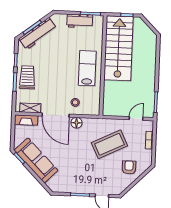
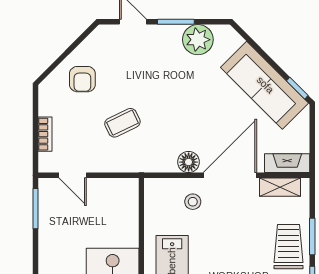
trolley: (27, 77) -> (288, 247), turned 180
door: (56, 115) -> (230, 175), hinge flipped
door: (136, 118) -> (73, 175), hinge flipped
coffee table: (109, 144) -> (122, 123), width x0.54, depth x0.58
plant: (69, 185) -> (198, 40), added

